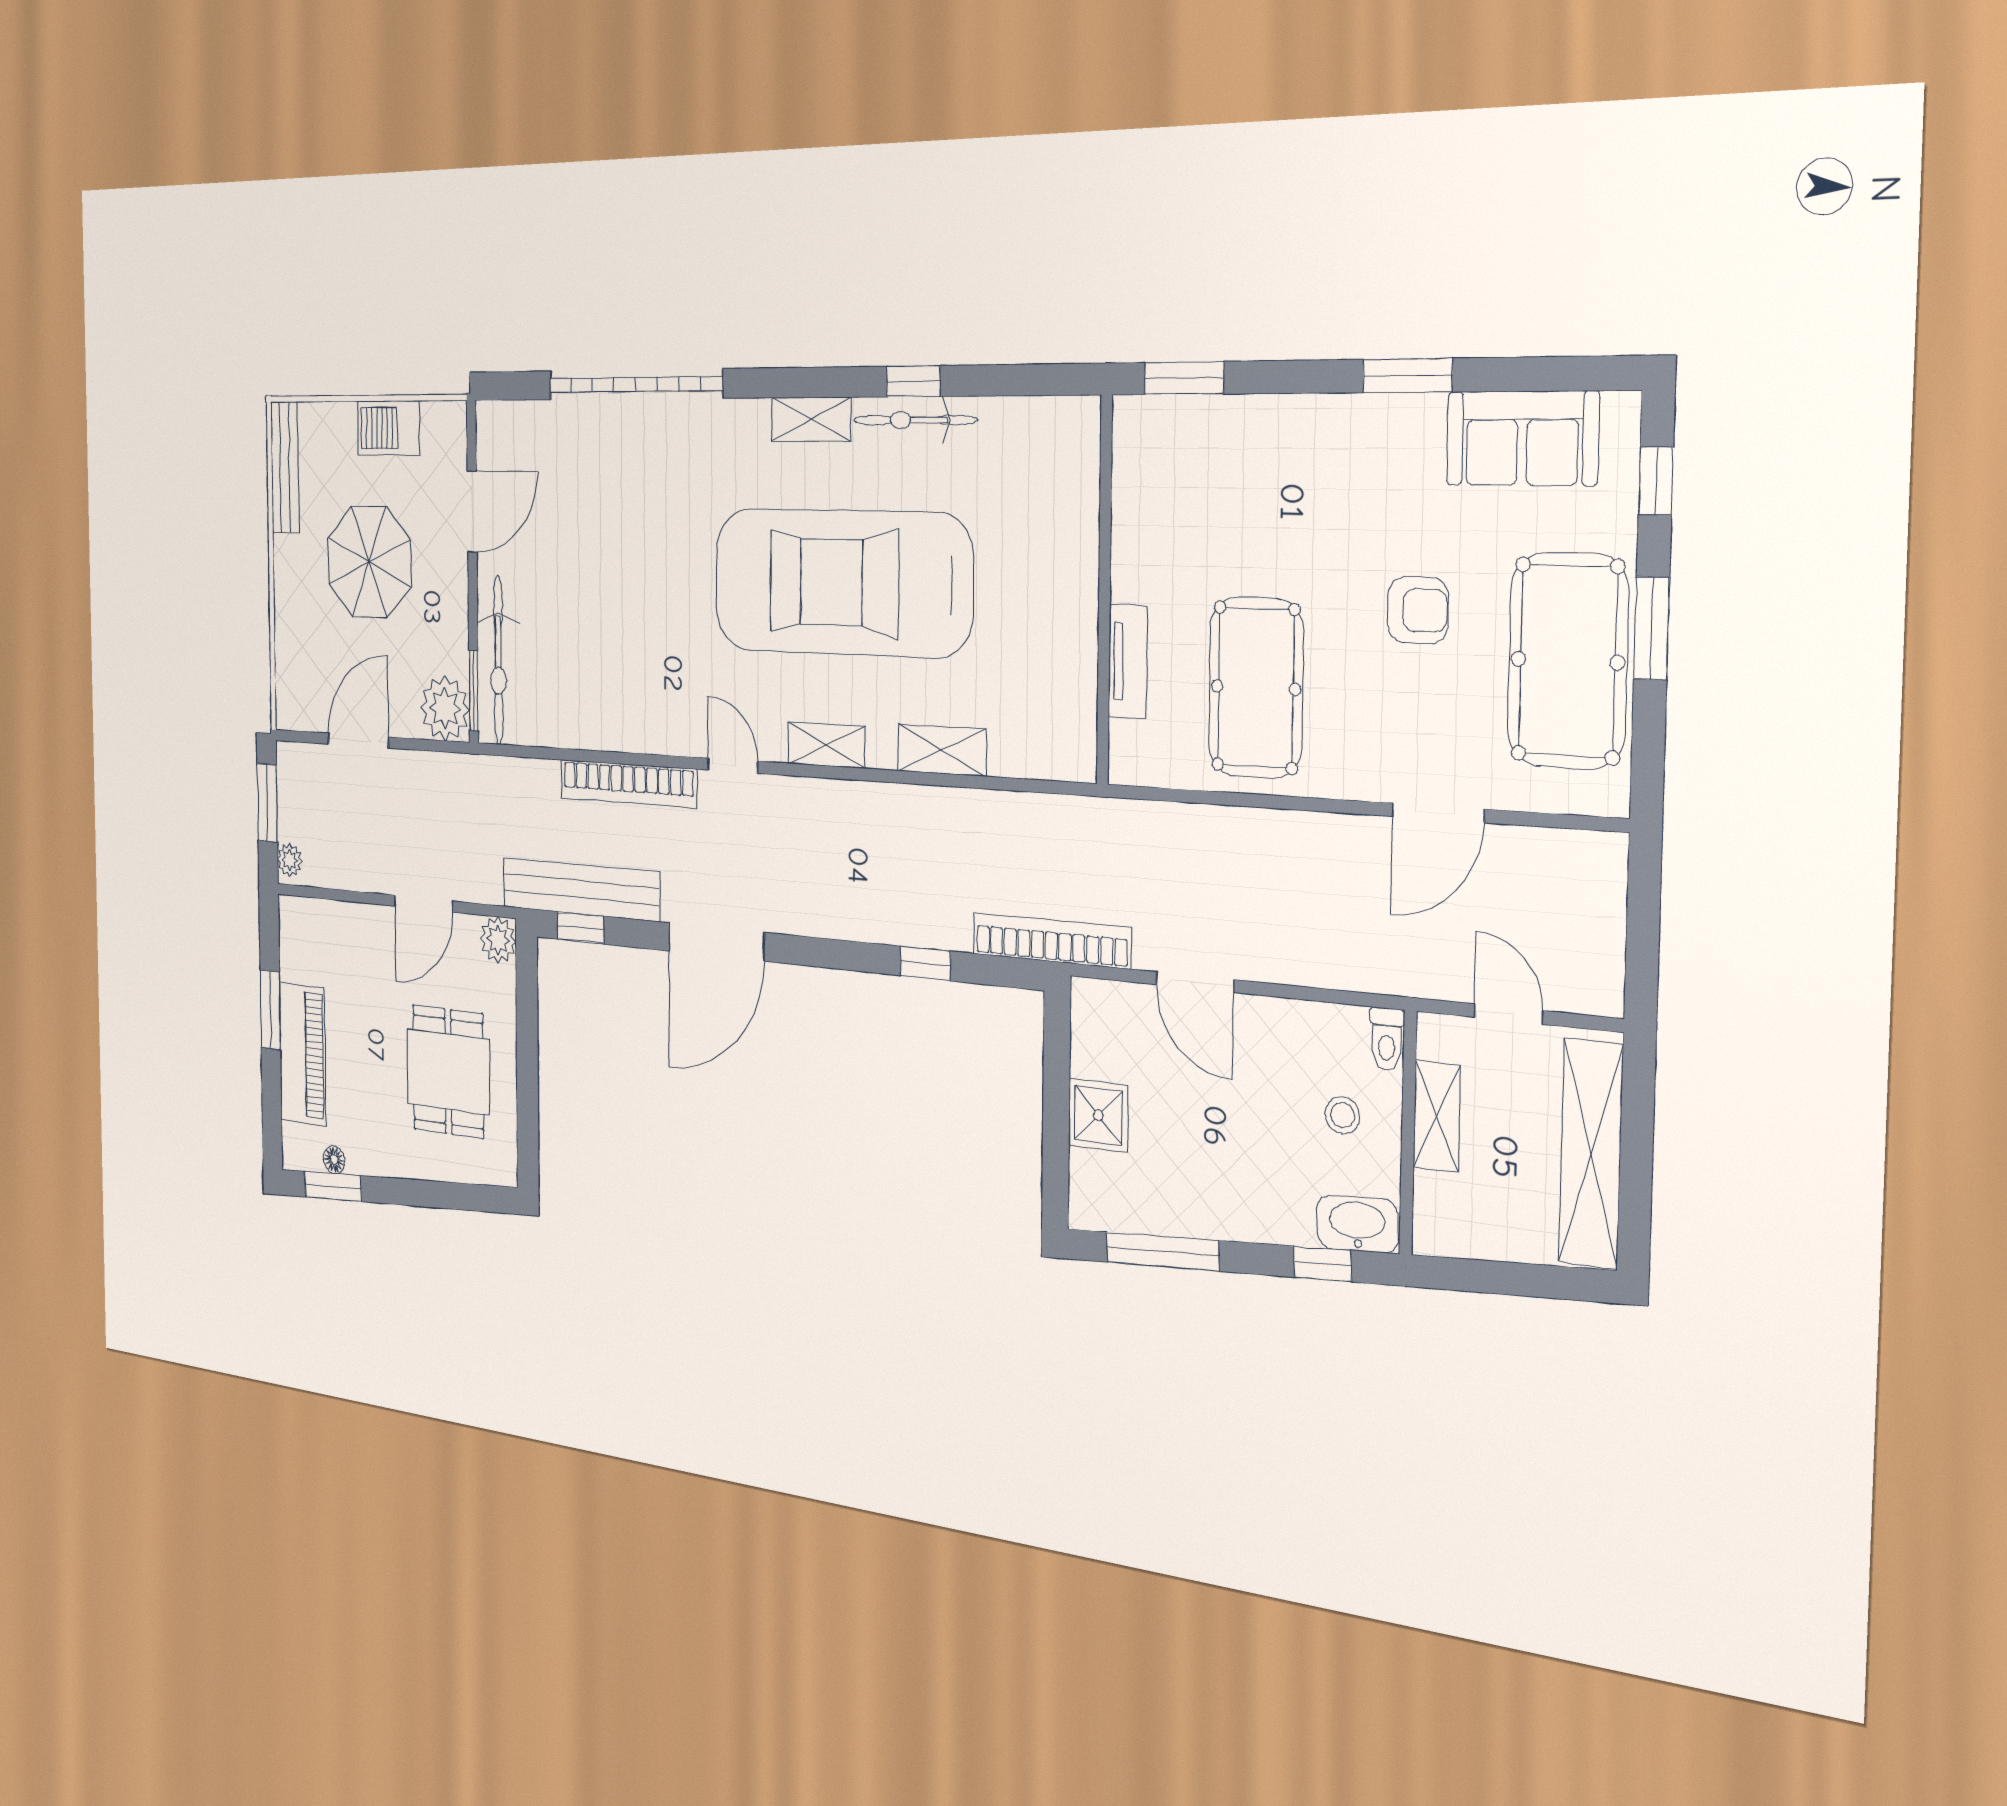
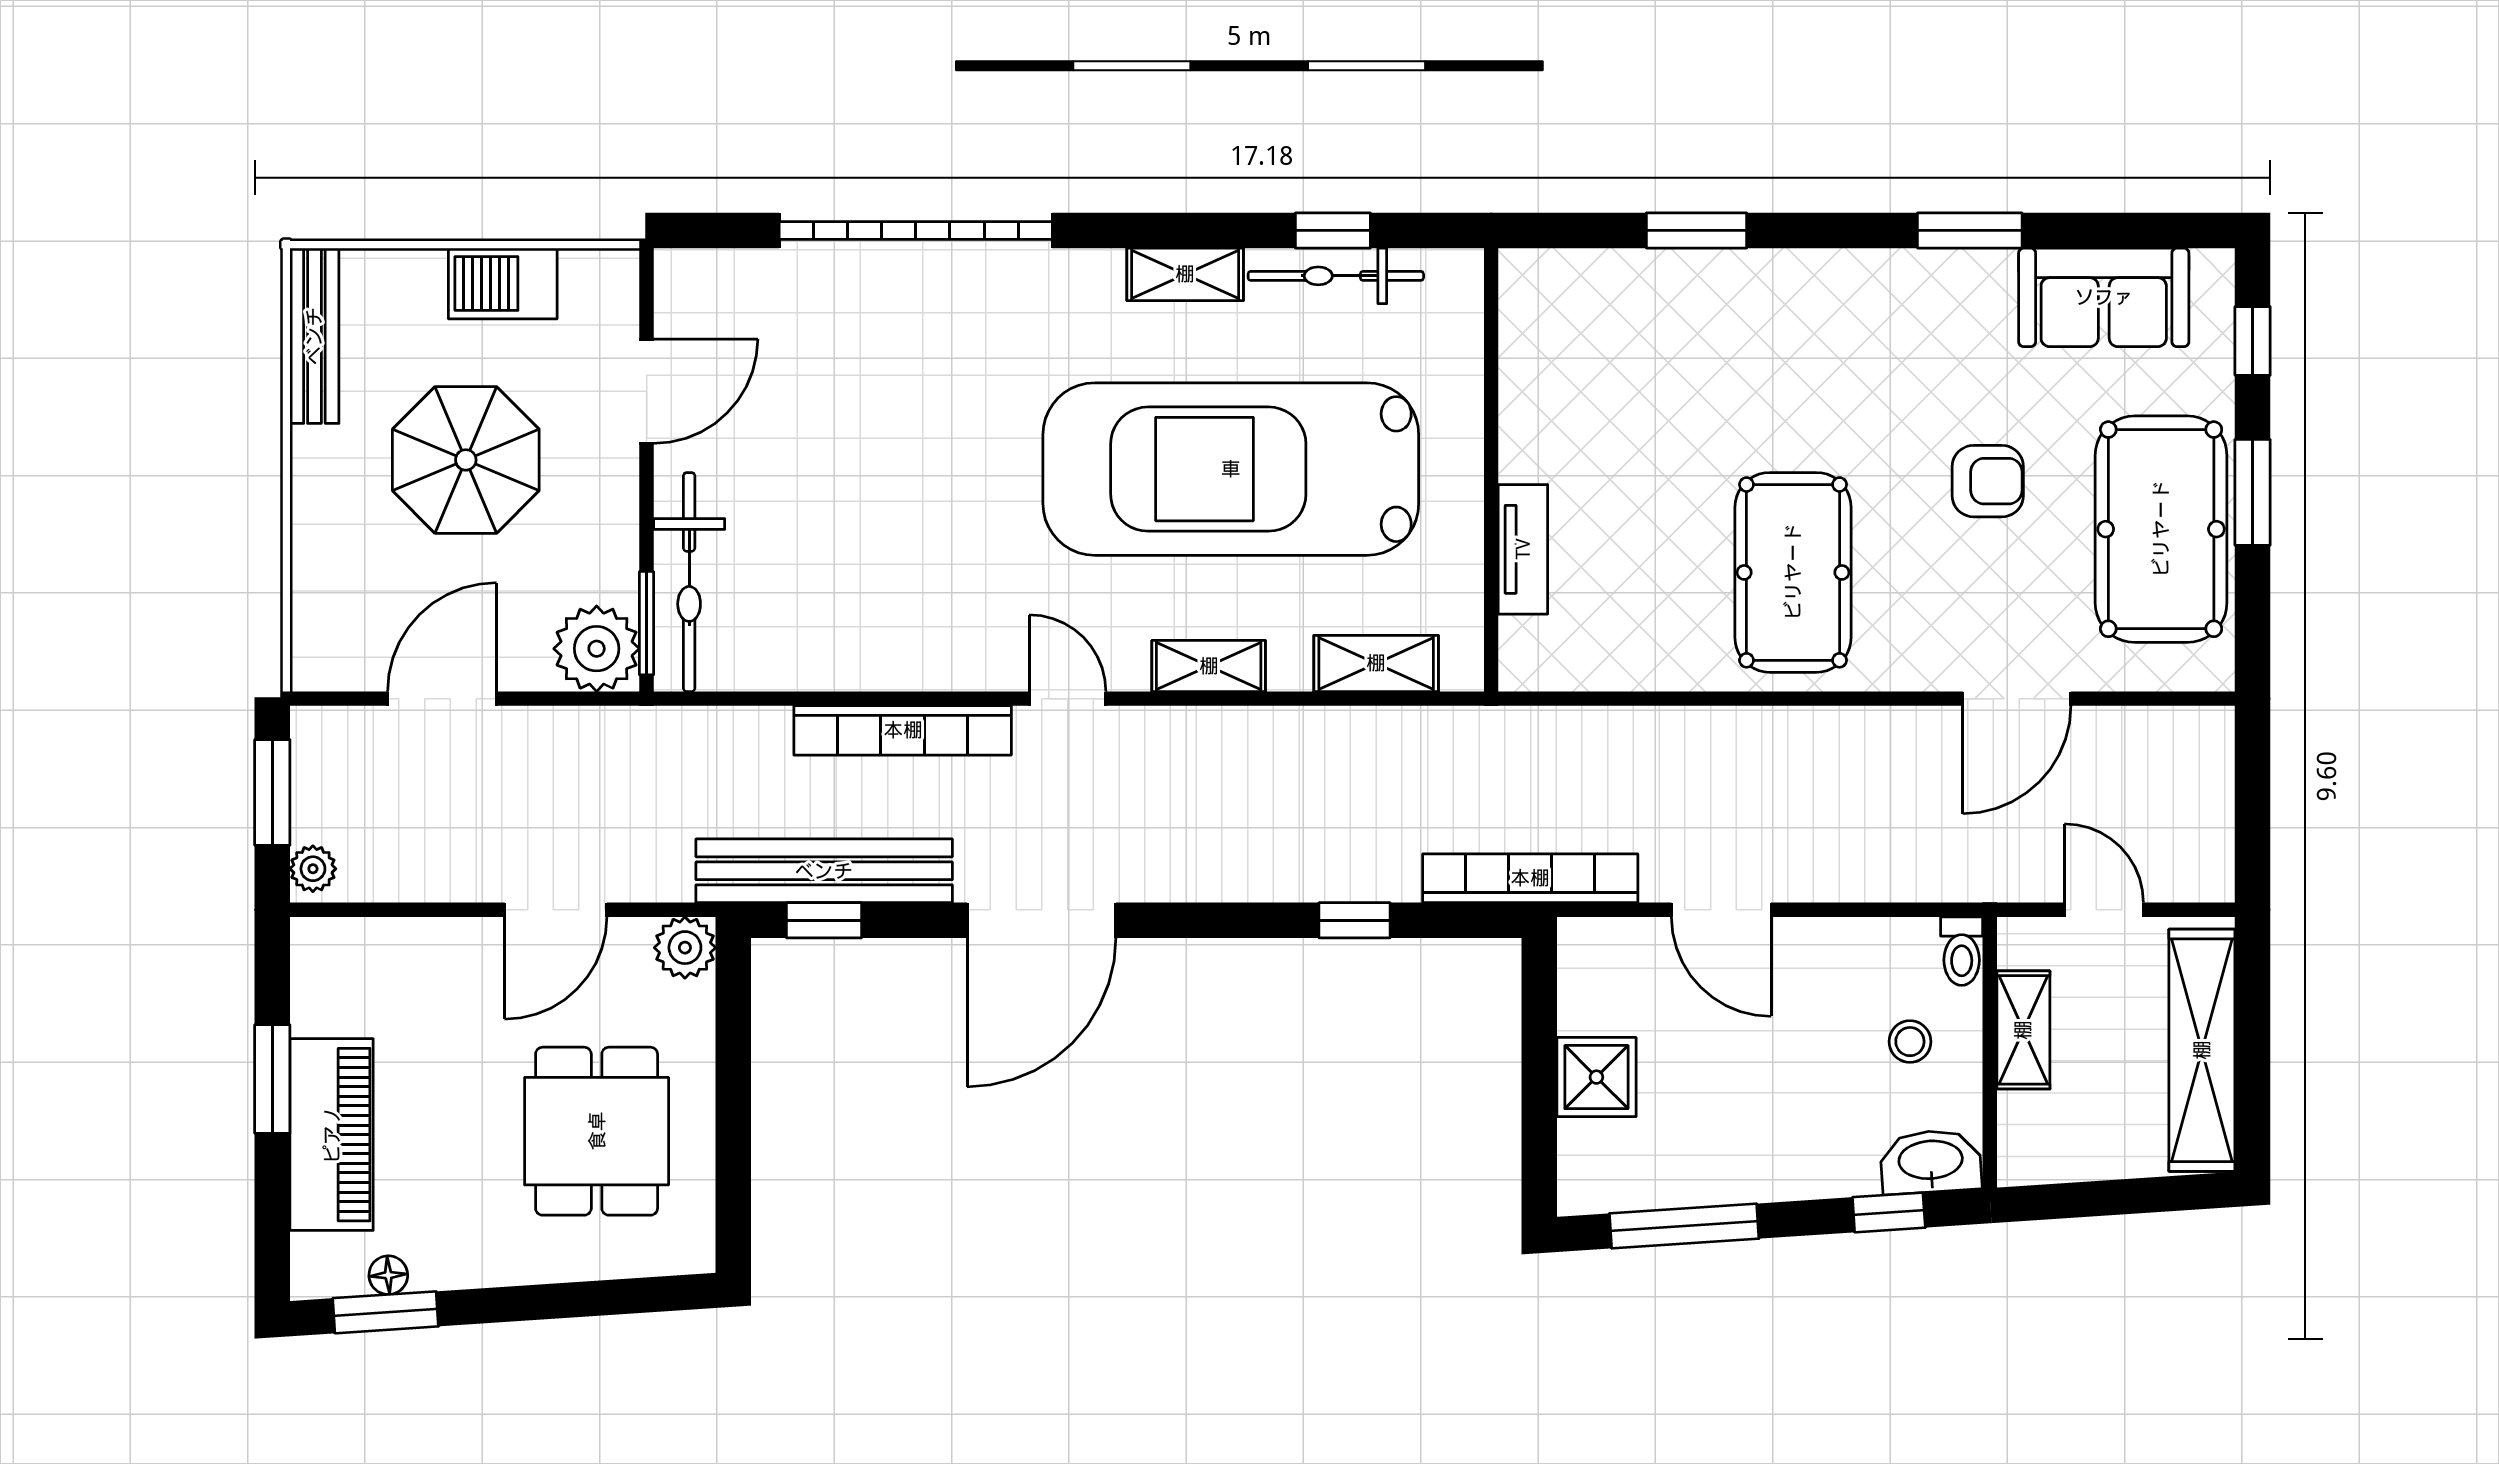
wall: (1105, 591) -> (1491, 470), moved
tv unit: (1128, 661) -> (1523, 549), moved

